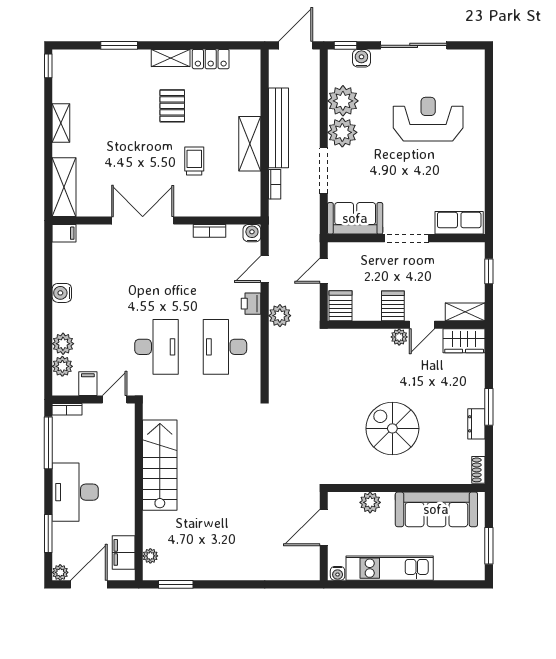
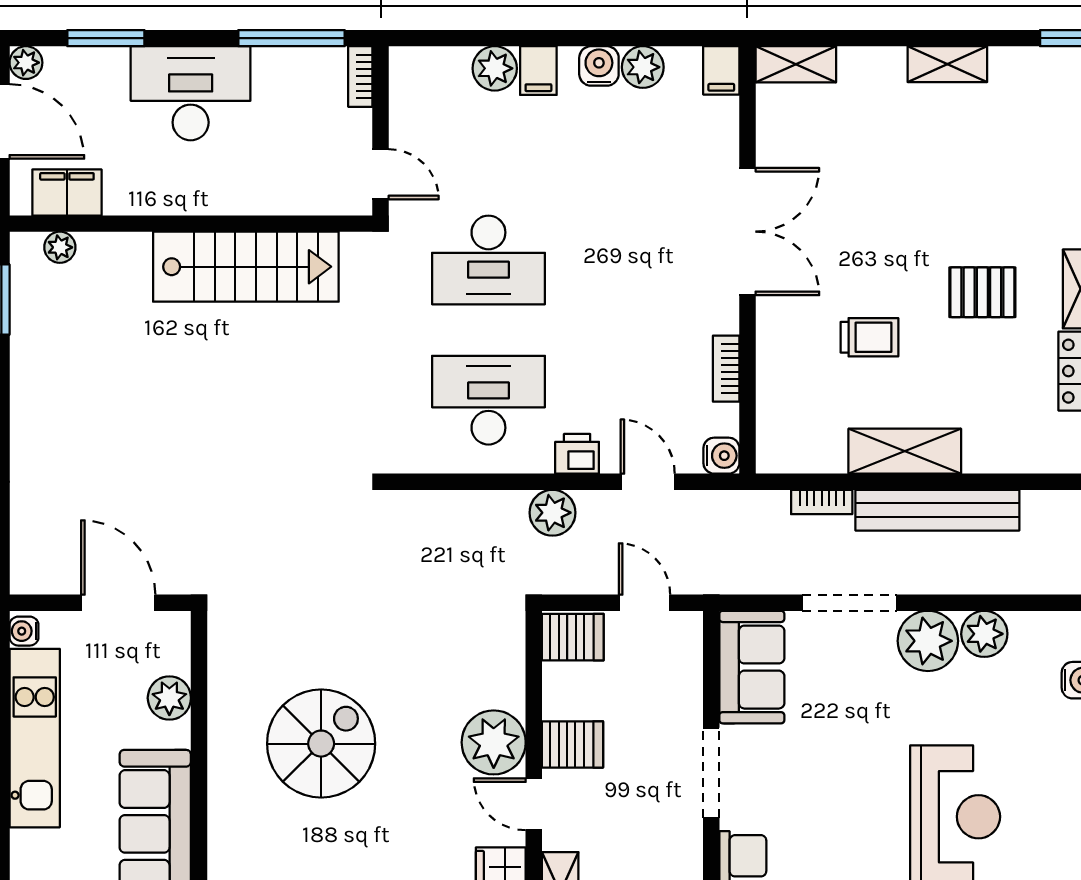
plant: (343, 101) -> (984, 634), width x0.73, depth x0.73
shelving: (64, 187) -> (796, 64), width x0.67, depth x0.75
plant: (399, 337) -> (494, 742), width x1.88, depth x1.88
plant: (62, 366) -> (643, 67), moved
filing cabinet: (88, 384) -> (538, 71), moved, turned 90

